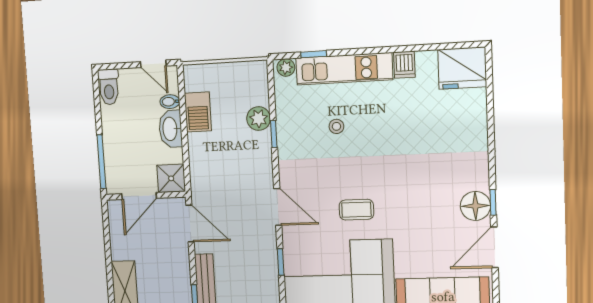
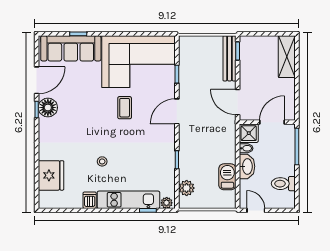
fridge: (462, 68) -> (51, 175), moved, turned 90
toilet: (109, 87) -> (283, 184), moved, turned -90
bidet: (170, 102) -> (246, 148), moved
plant: (259, 119) -> (187, 188), moved
stool: (336, 126) -> (102, 161), moved
door: (278, 207) -> (177, 111), hinge flipped
coffee table: (356, 210) -> (125, 108), turned 90

